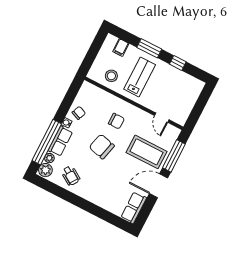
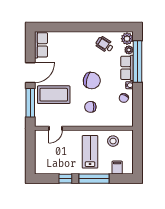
window: (149, 48) -> (94, 179), width x1.44
lab bench: (140, 77) -> (90, 152), turned 180
door: (162, 118) -> (56, 128), swing flipped

